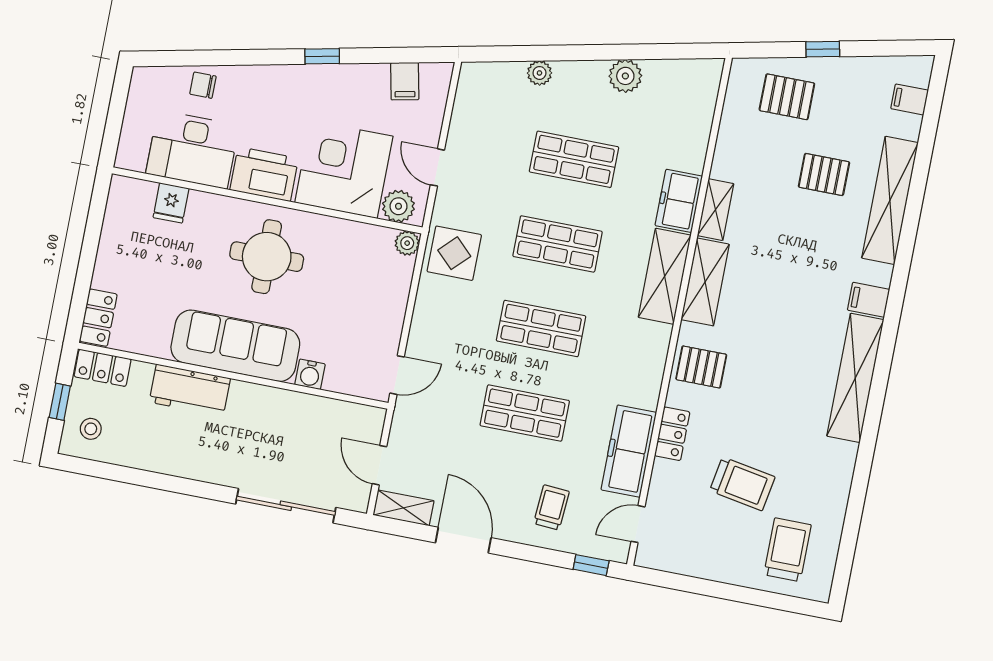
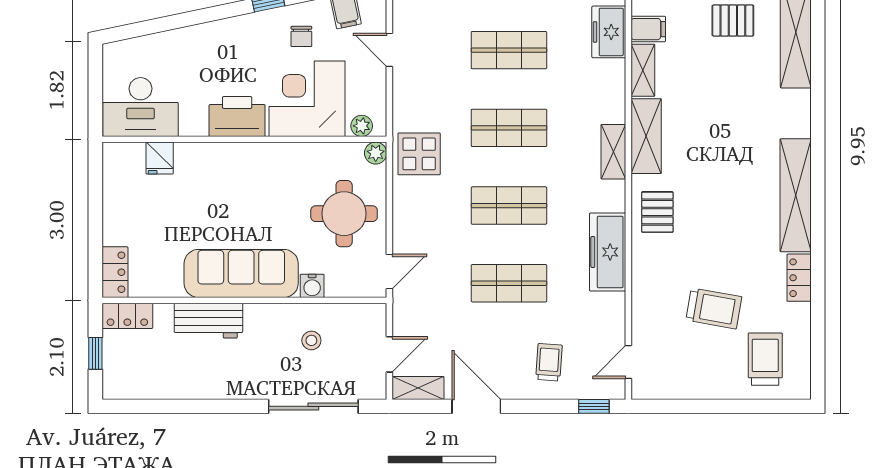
chair: (203, 85) -> (301, 36), moved, turned -90
desk: (192, 149) -> (141, 107), moved
door: (437, 167) -> (389, 50), moved
freezer: (679, 201) -> (609, 32), moved
plant: (398, 206) -> (362, 126), width x0.73, depth x0.73
round table: (267, 257) -> (344, 214), moved
shelving: (665, 276) -> (613, 152), width x0.67, depth x0.75
filing cabinet: (869, 300) -> (648, 29), moved, turned 180
pallet: (701, 367) -> (657, 212), turned 90
stool: (91, 429) -> (311, 340), moved
locker: (672, 434) -> (799, 278), moved, turned 180
freezer: (629, 451) -> (608, 252), moved
door: (380, 465) -> (389, 354), swing flipped

